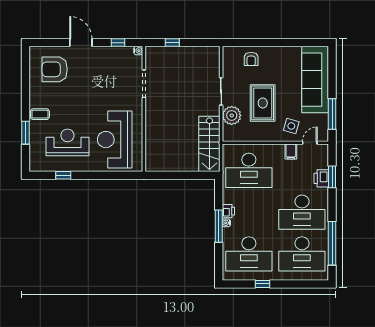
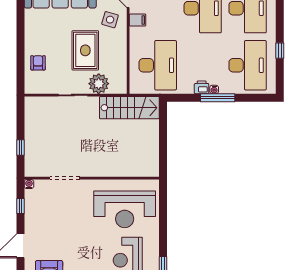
armchair: (251, 59) -> (38, 63), turned -90
rug: (263, 103) -> (85, 50), turned 90

